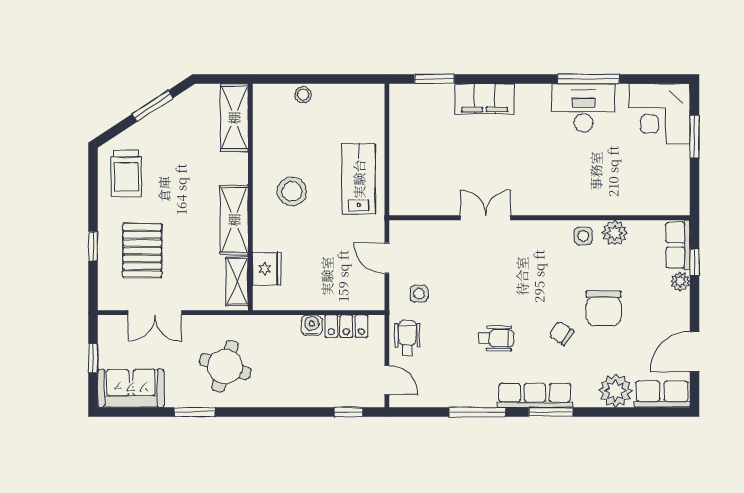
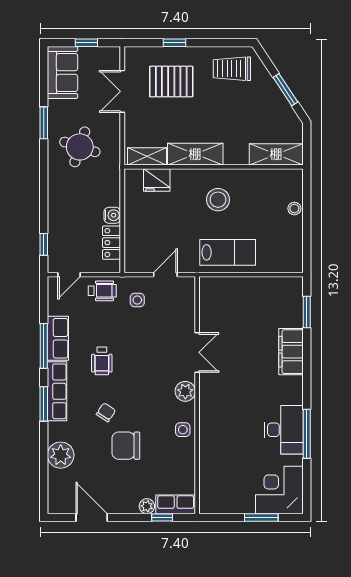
plant: (615, 233) -> (185, 391), moved
row of seats: (662, 394) -> (58, 338), moved

